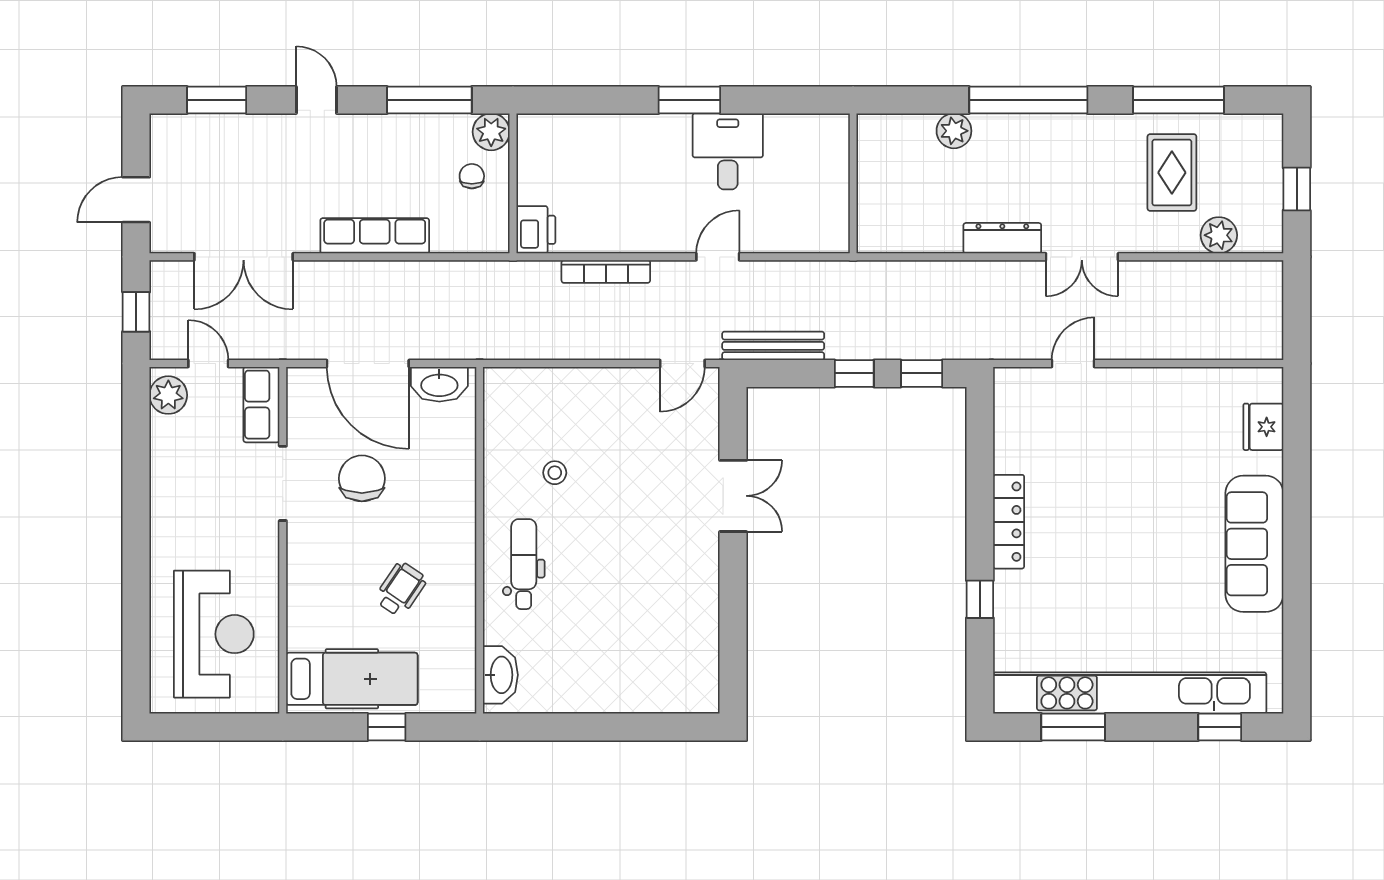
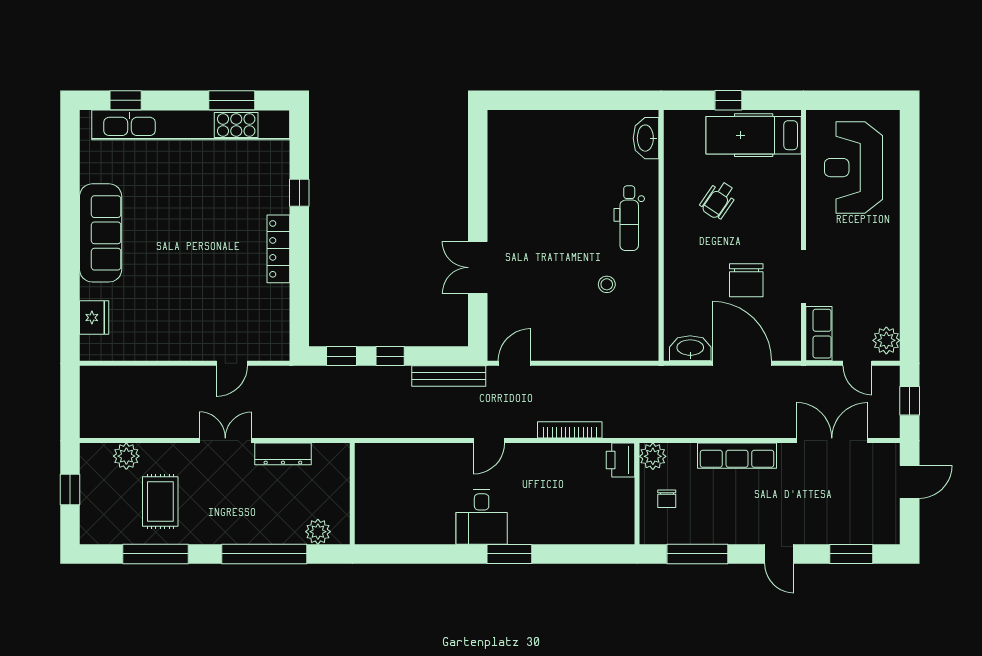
plant: (491, 132) -> (653, 456), moved
wall: (853, 183) -> (352, 494), moved

